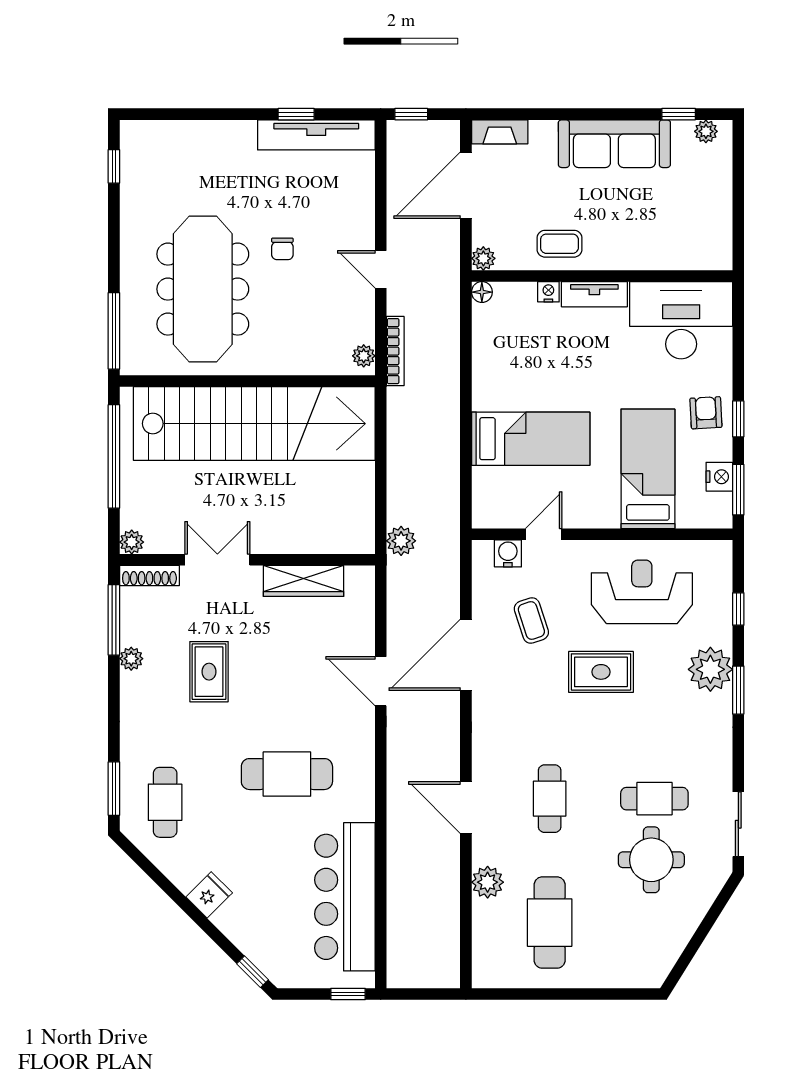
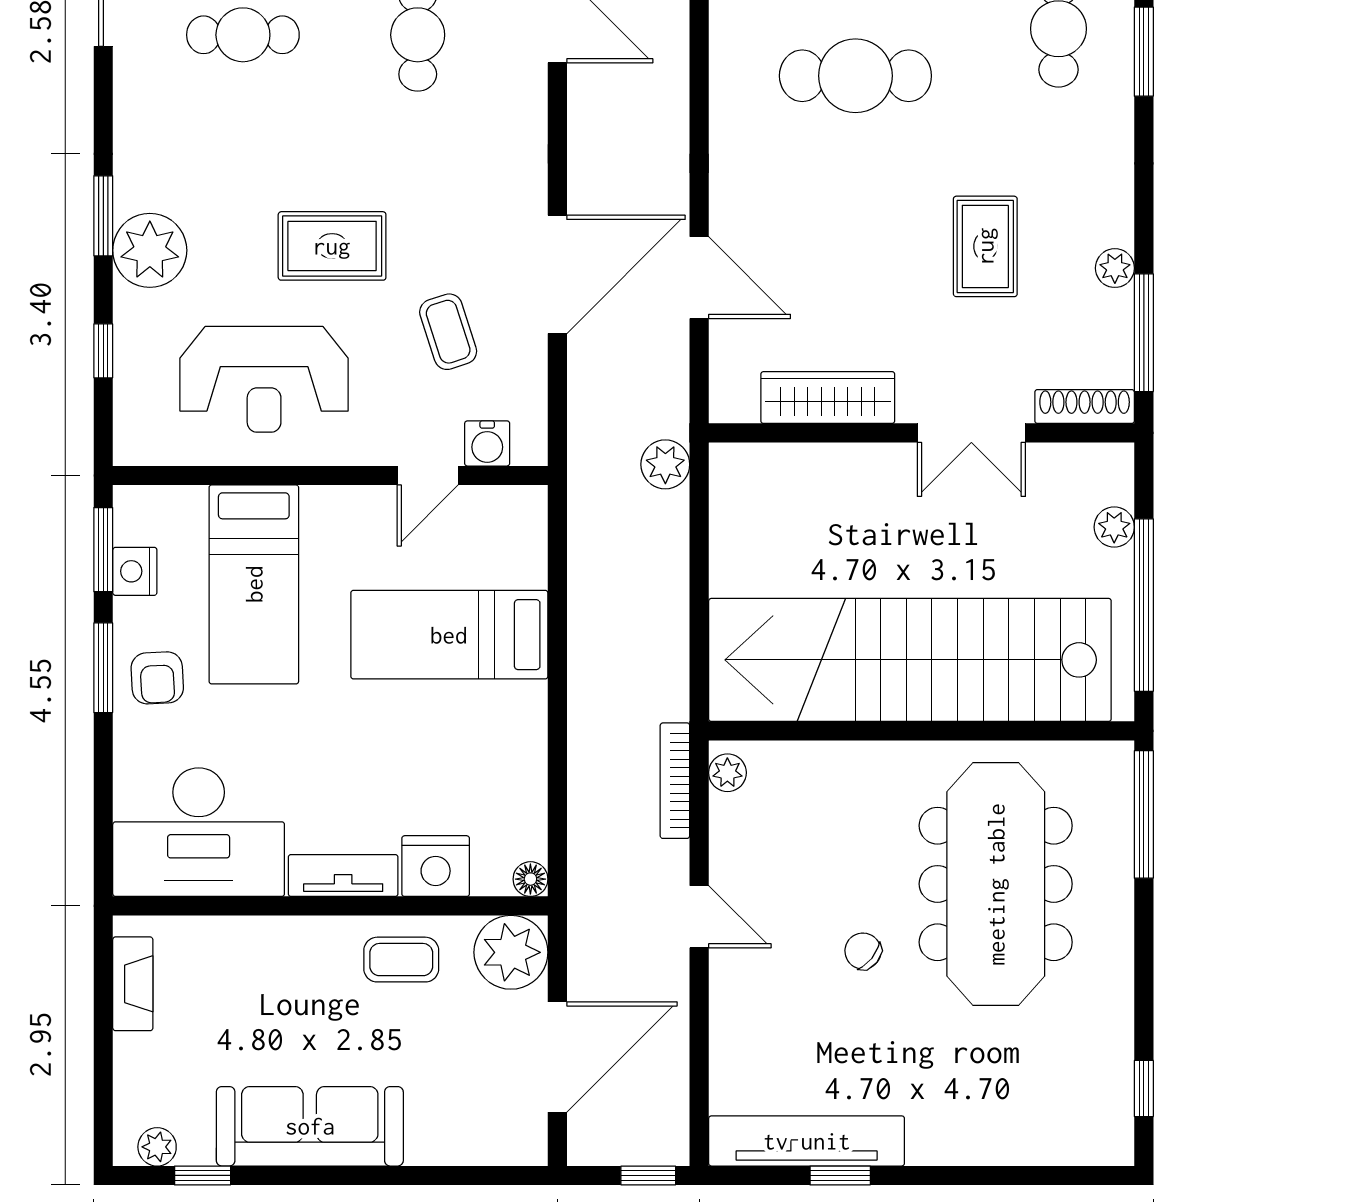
fireplace: (500, 132) -> (133, 984), moved, turned 90
chair: (282, 249) -> (863, 951), turned -51
plant: (483, 258) -> (511, 952), width x1.88, depth x1.88
nightstand: (548, 292) -> (436, 866), width x1.89, depth x1.79
window: (738, 419) -> (103, 668), width x1.50
plant: (132, 542) -> (1114, 527), moved
door: (381, 681) -> (699, 278), moved

